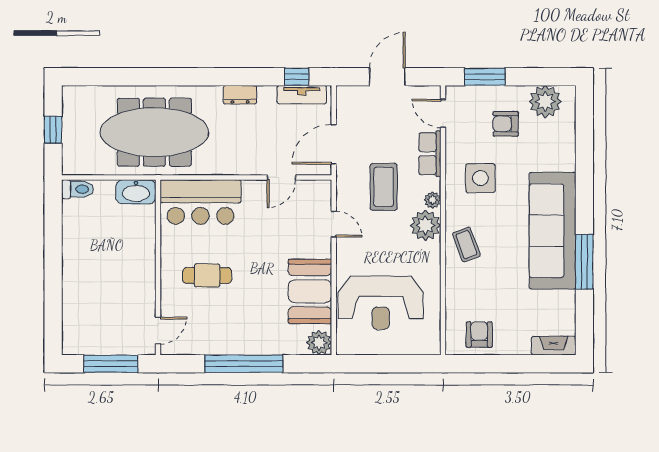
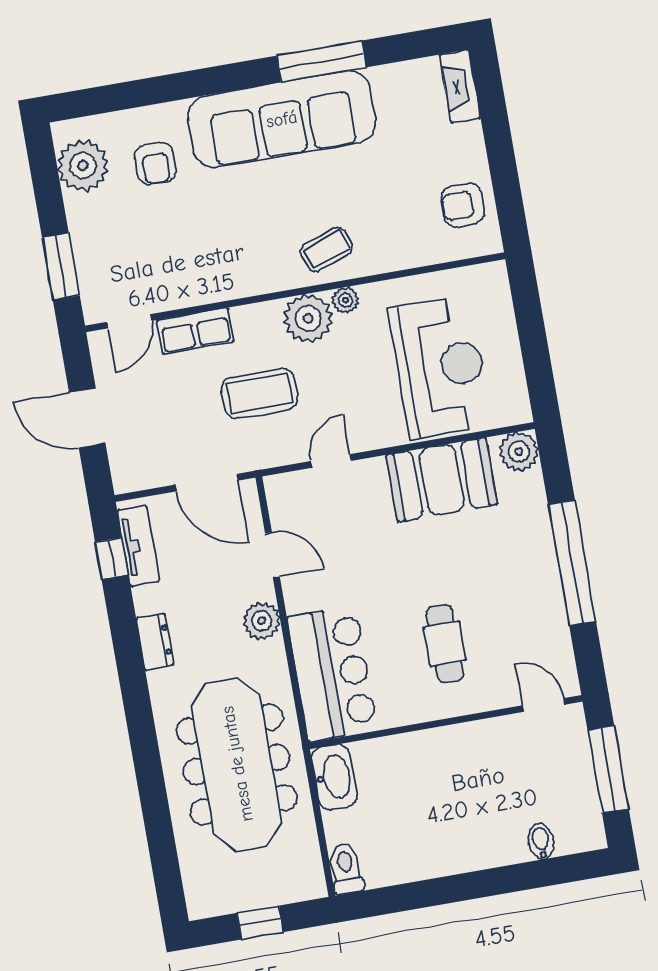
armchair: (506, 124) -> (155, 163), moved
plant: (241, 163) -> (262, 621), added
side table: (480, 178) -> (220, 246), removed
plant: (433, 200) -> (346, 300), moved
bidet: (73, 314) -> (541, 841), added

